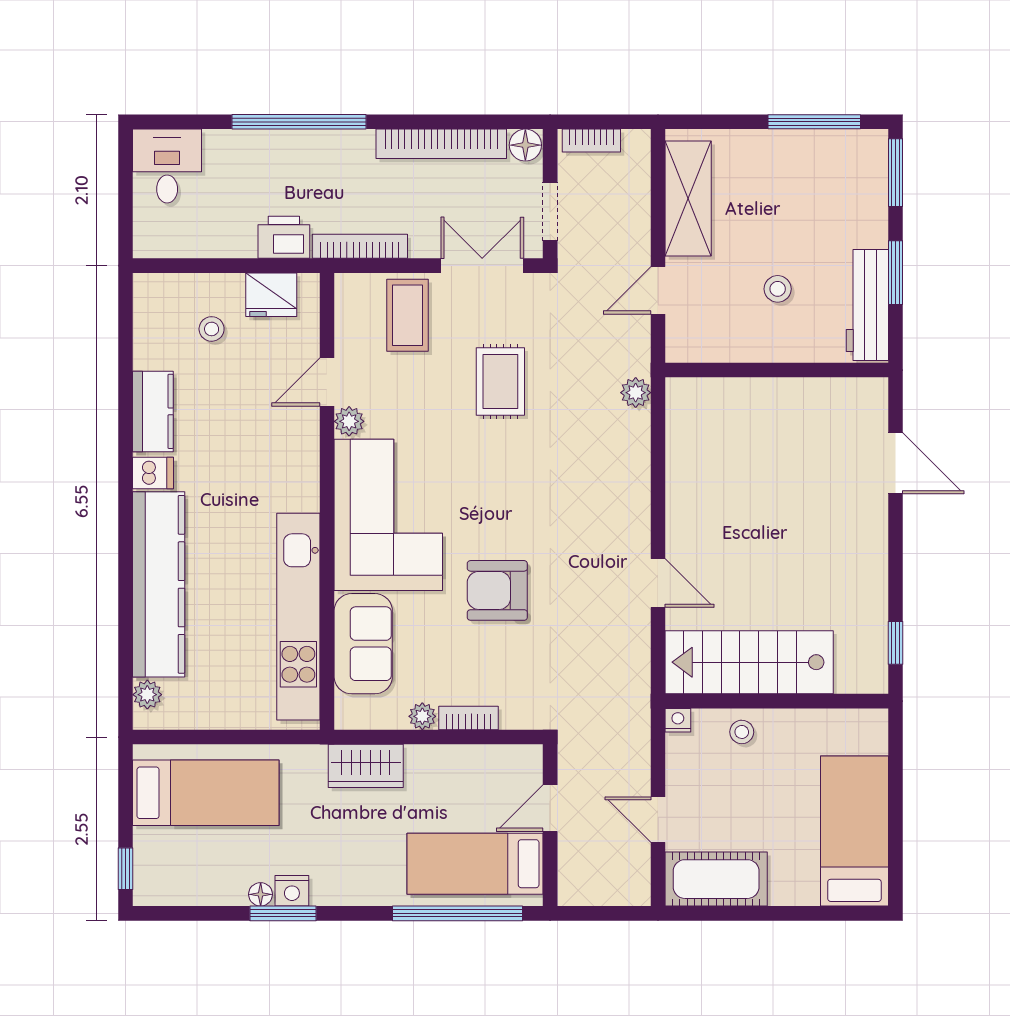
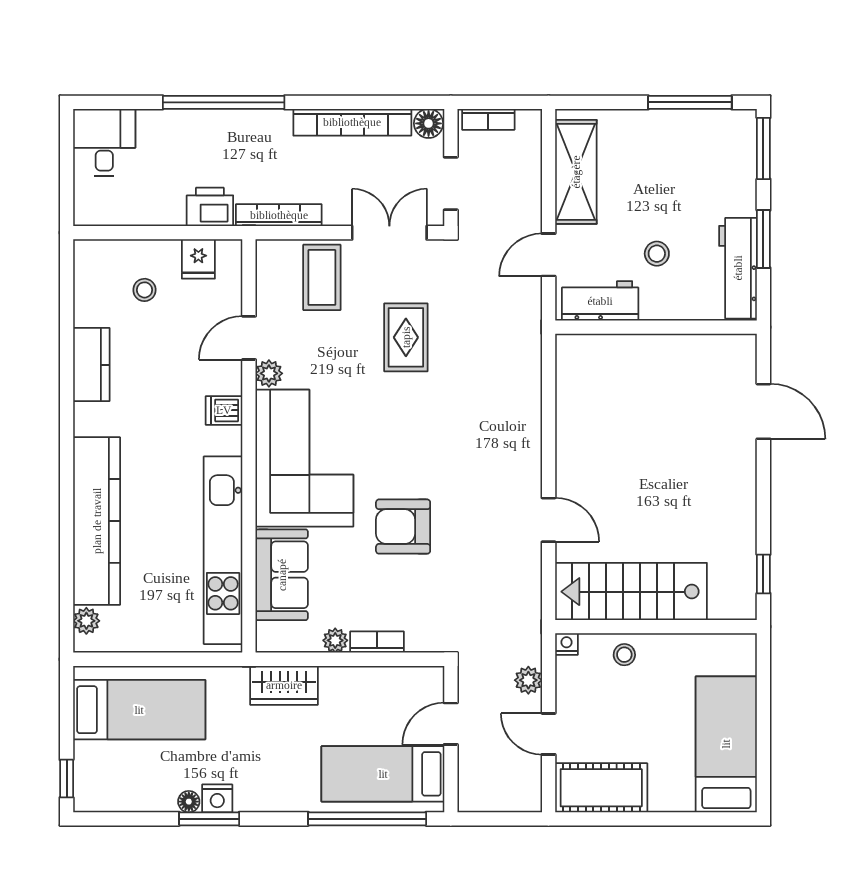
fridge: (271, 295) -> (198, 259), width x0.72
workbench: (715, 341) -> (600, 301), added
plant: (636, 393) -> (528, 680), moved
dishwasher: (153, 473) -> (224, 410), moved, turned 180

